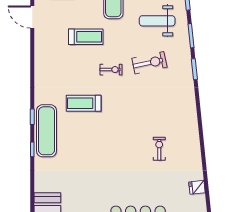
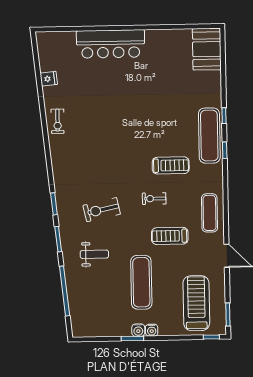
weight bench: (157, 21) -> (94, 254), width x0.73, depth x0.75
exercise mat: (48, 58) -> (210, 213), added
exercise bike: (111, 70) -> (154, 199), moved
exercise bike: (159, 149) -> (58, 121), moved

